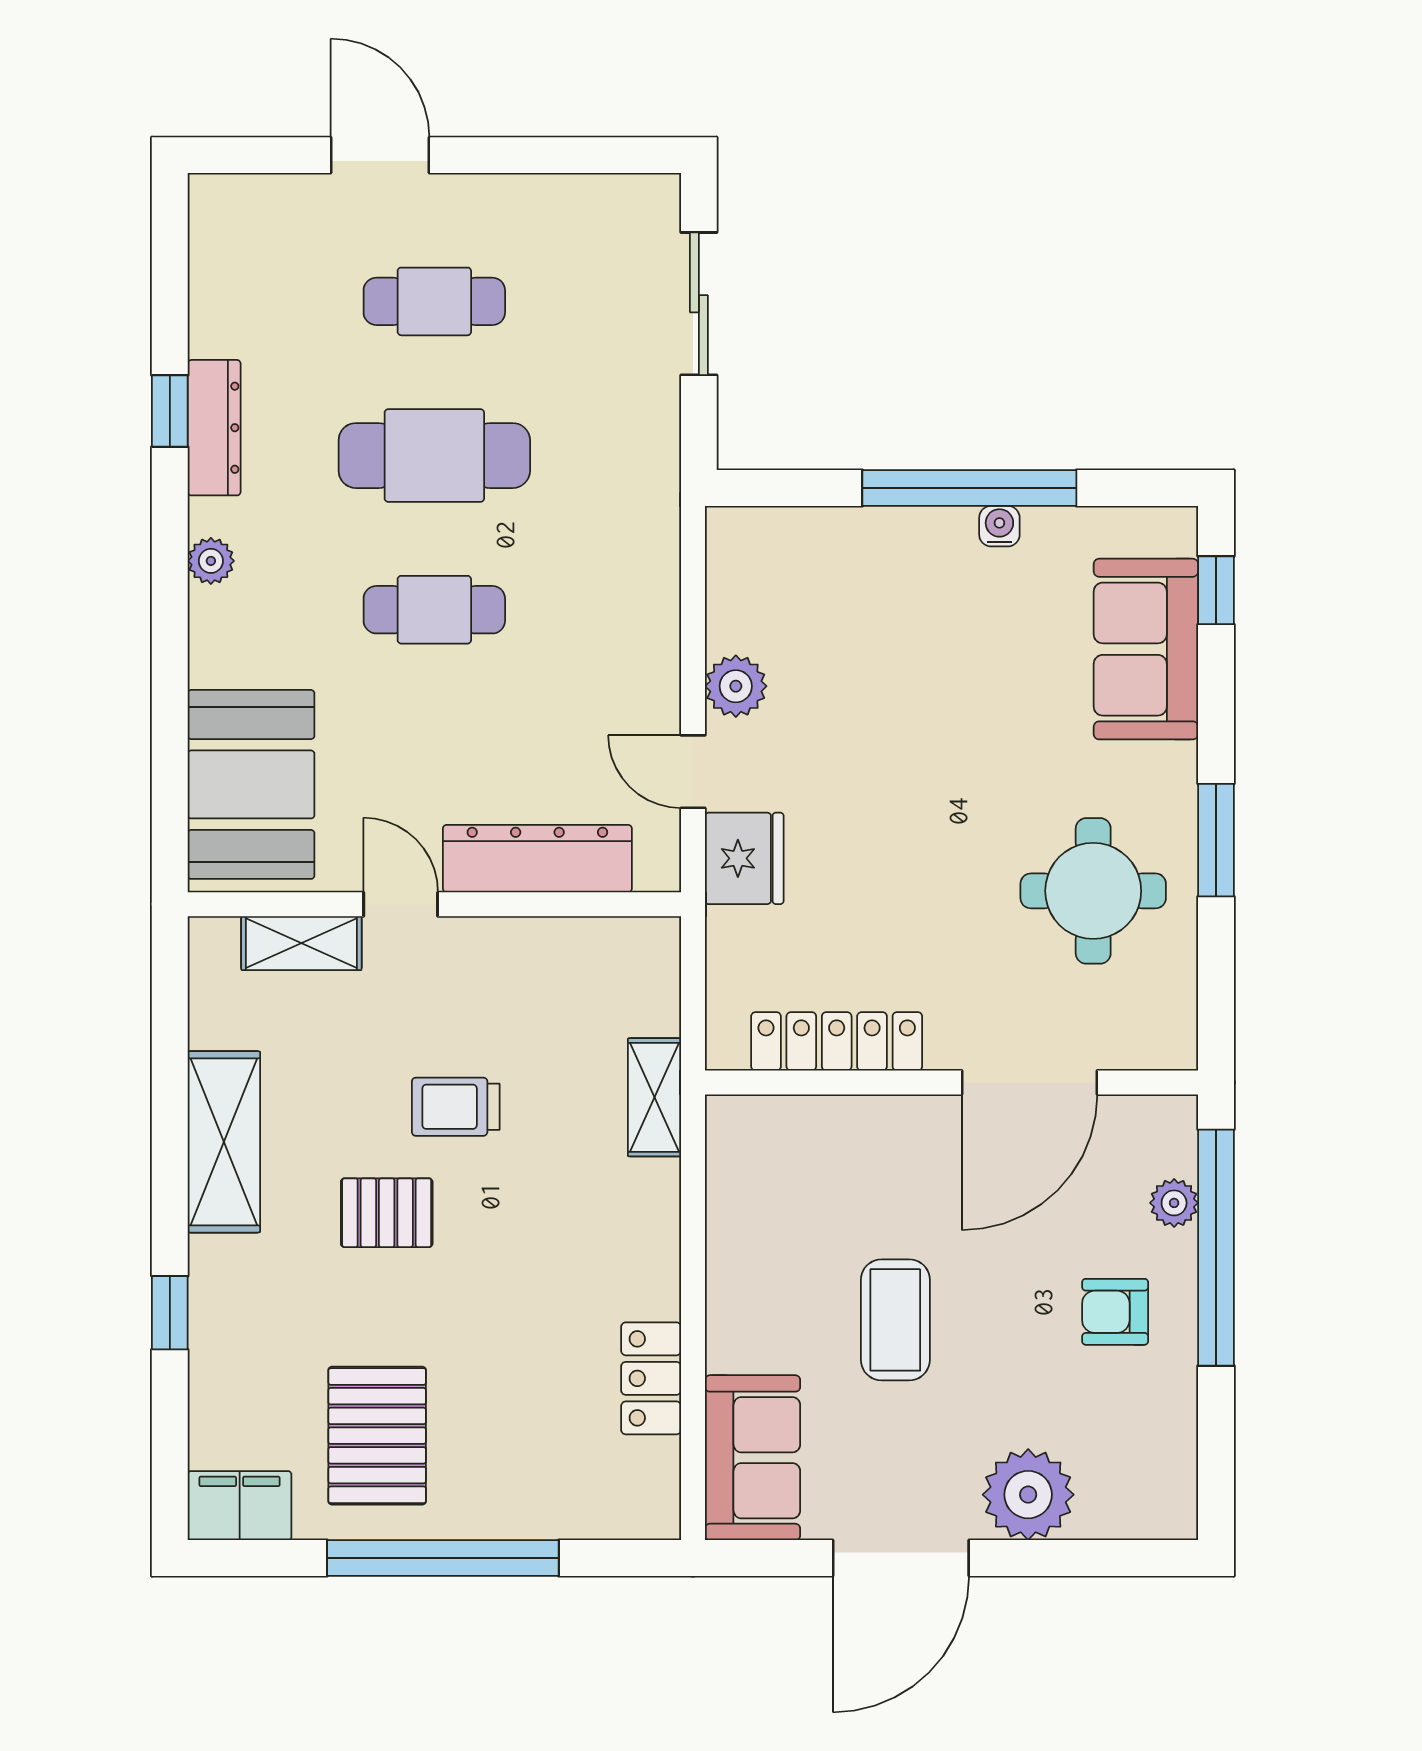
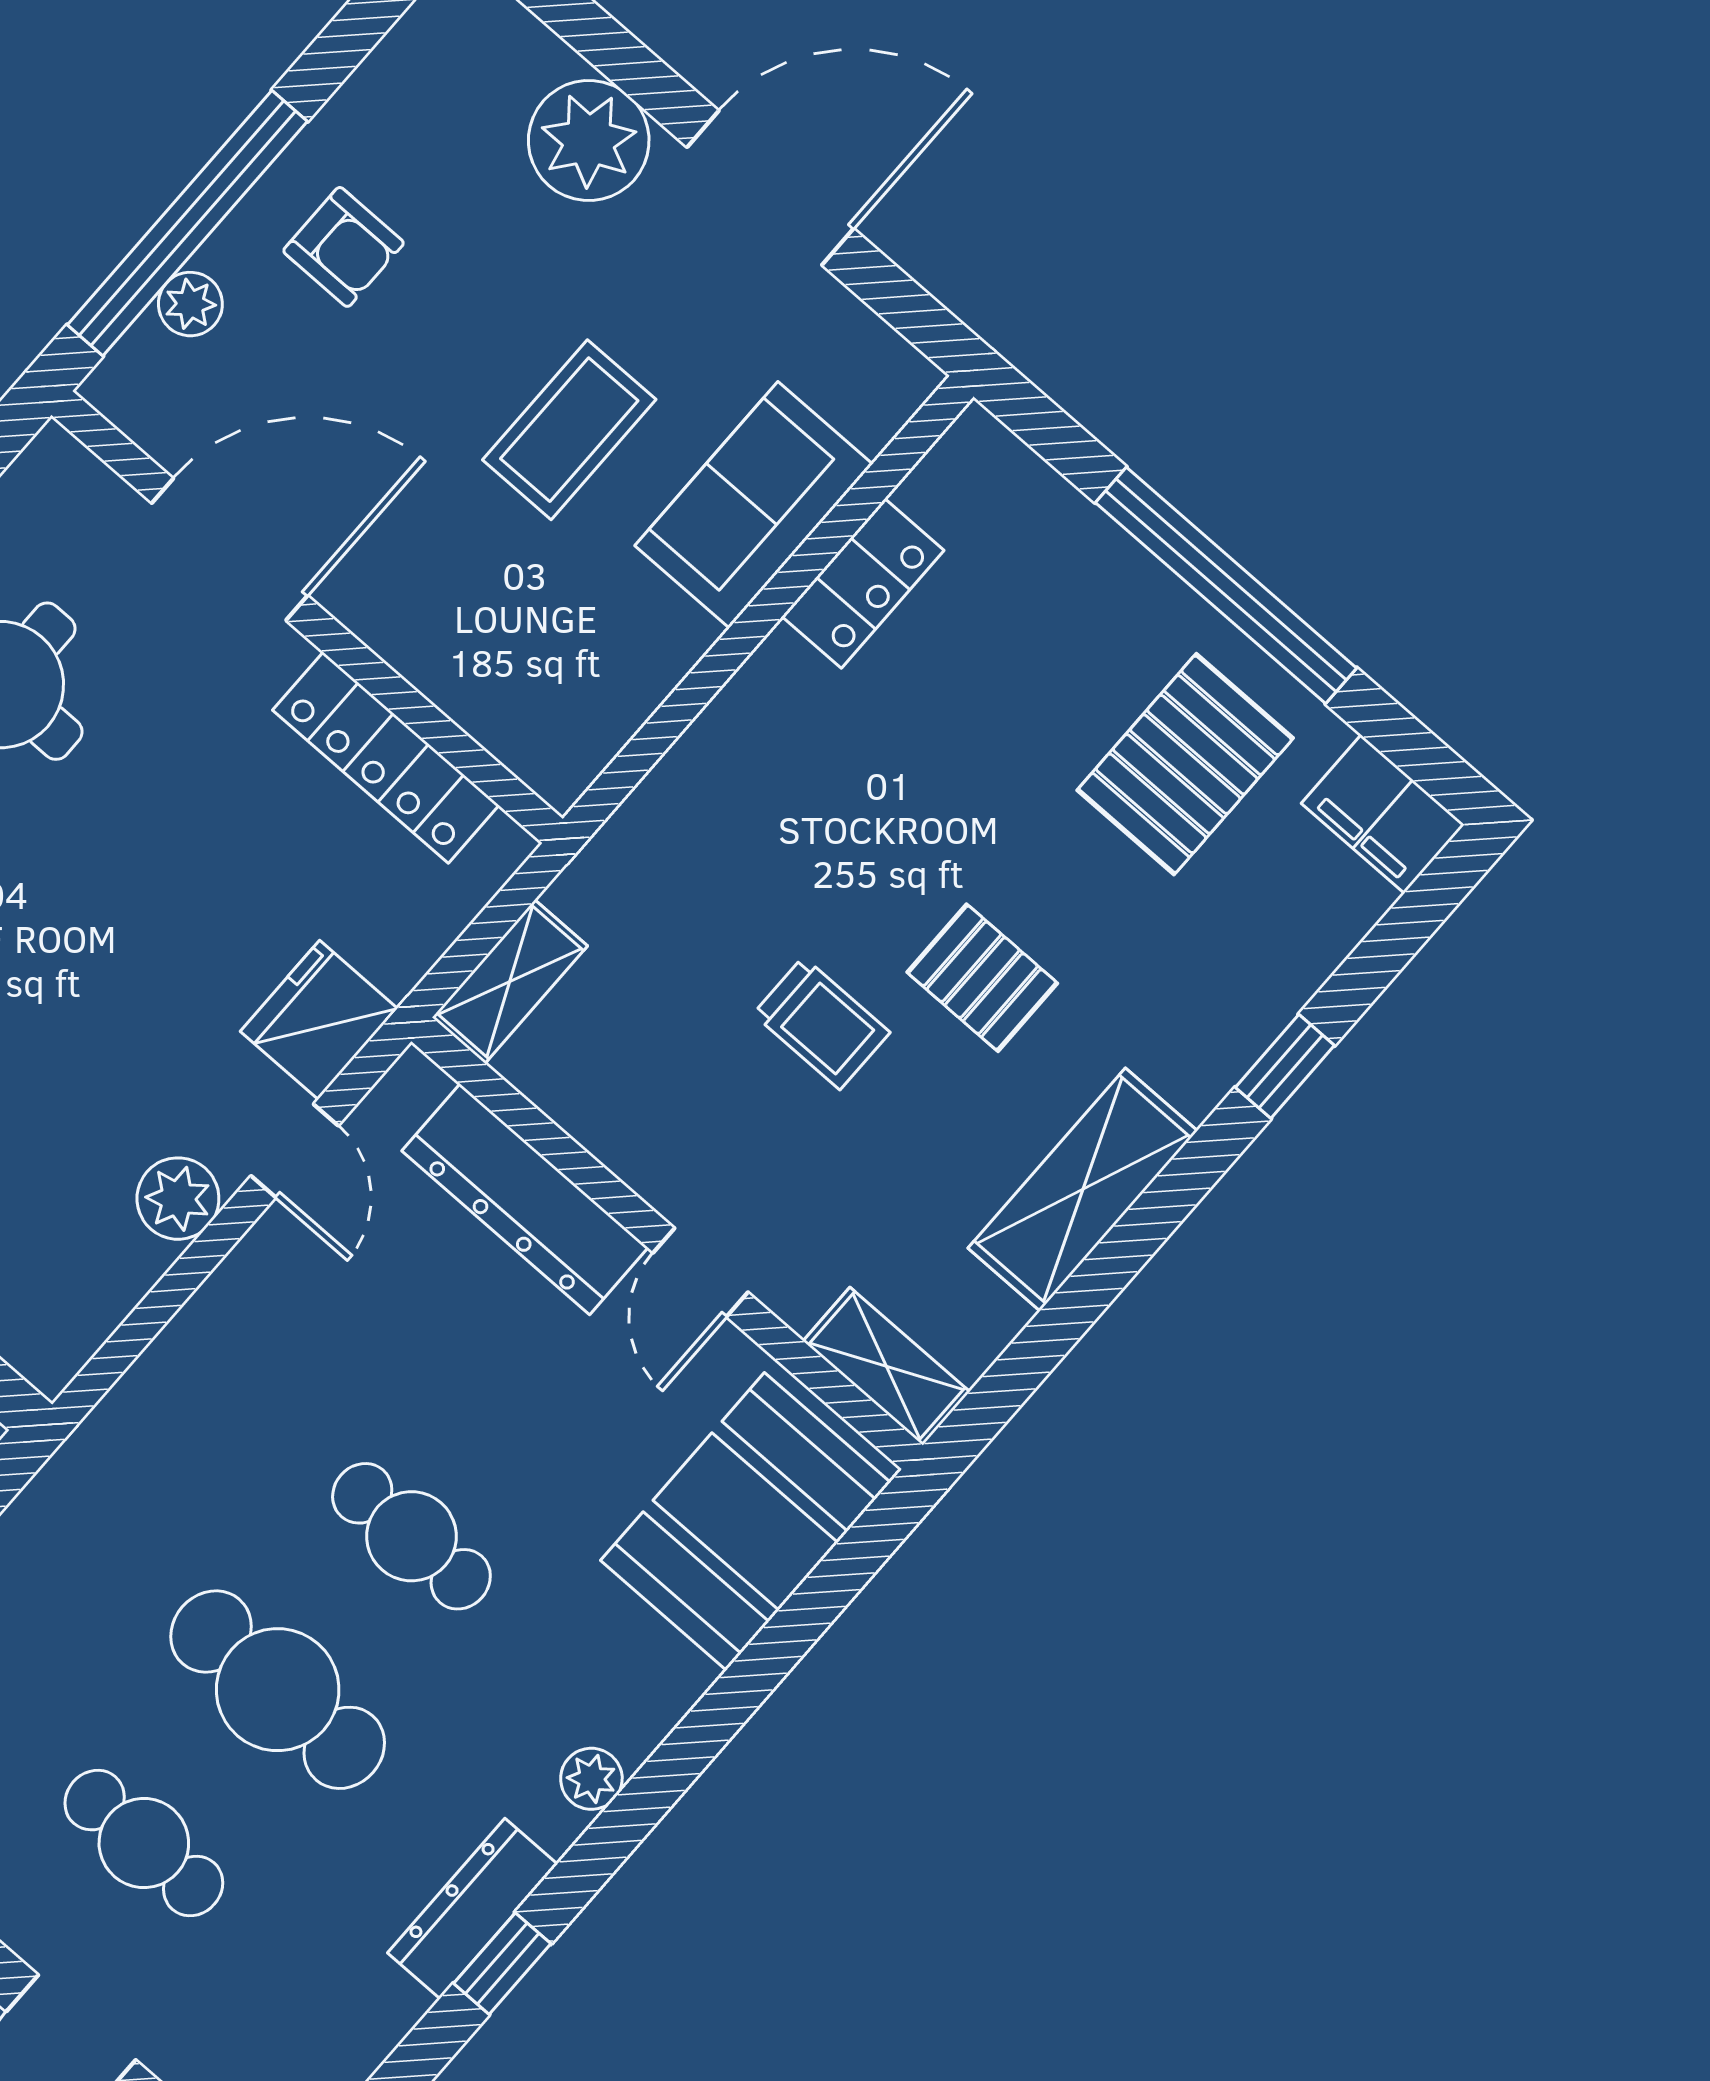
shelving: (301, 943) -> (886, 1366), moved
shelving: (654, 1097) -> (510, 982), moved
sofa: (753, 1458) -> (754, 505), moved

